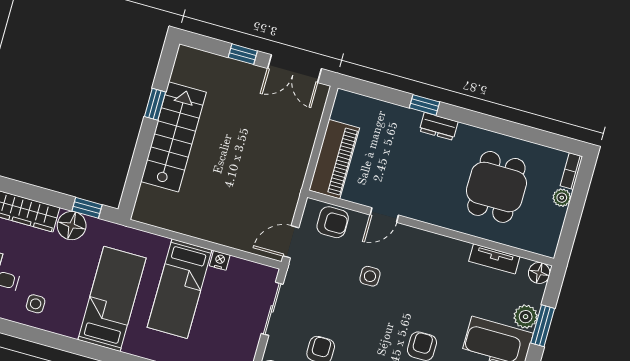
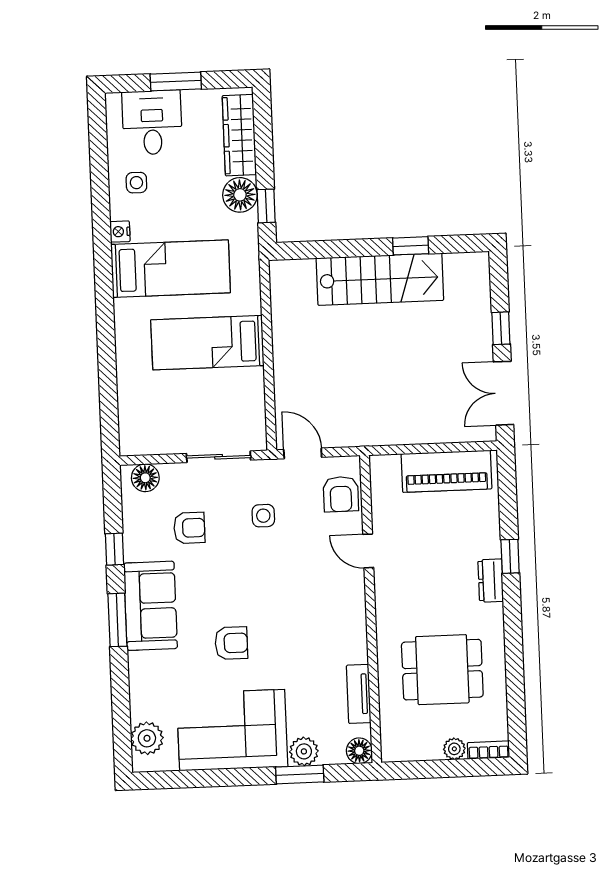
piano: (334, 159) -> (446, 471), moved
nightstand: (220, 260) -> (120, 232), moved, turned 180
side table: (370, 276) -> (263, 516), moved

